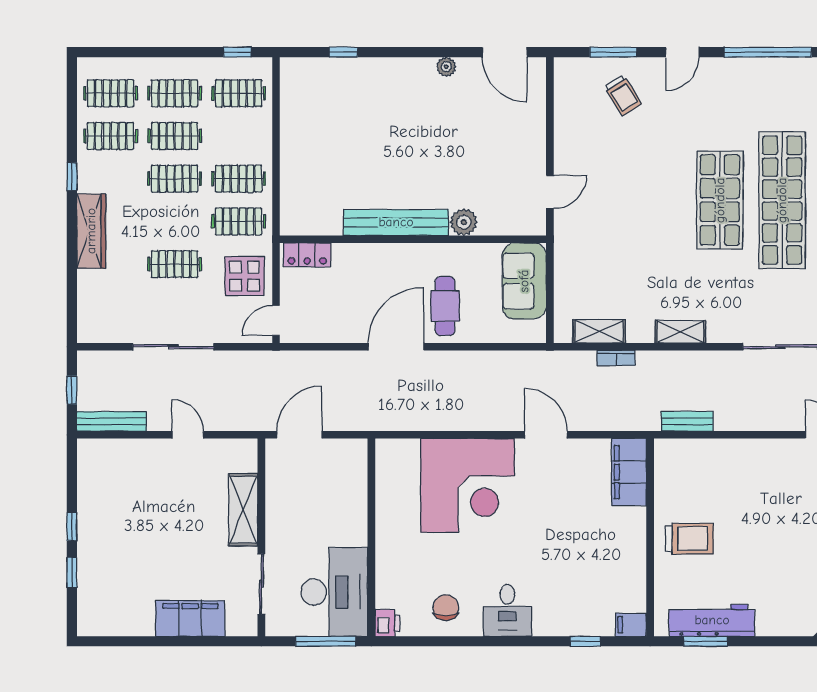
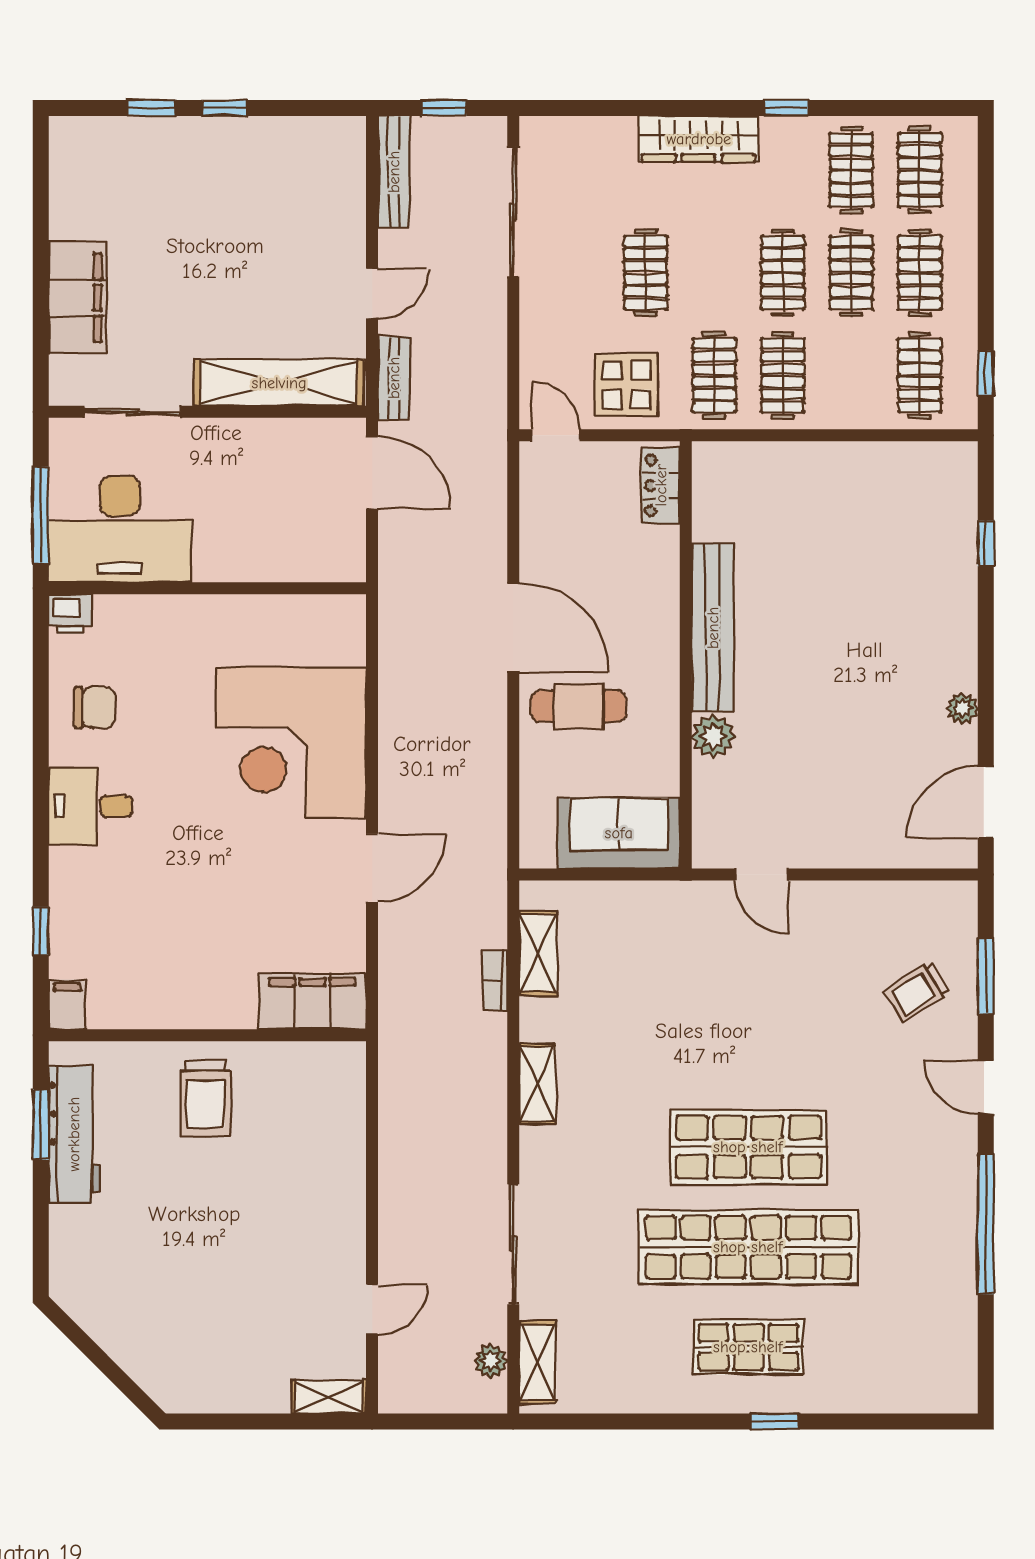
sliding door: (173, 347) -> (513, 212), moved
bench: (687, 421) -> (394, 378), moved
shelving: (243, 510) -> (279, 383), width x1.47

